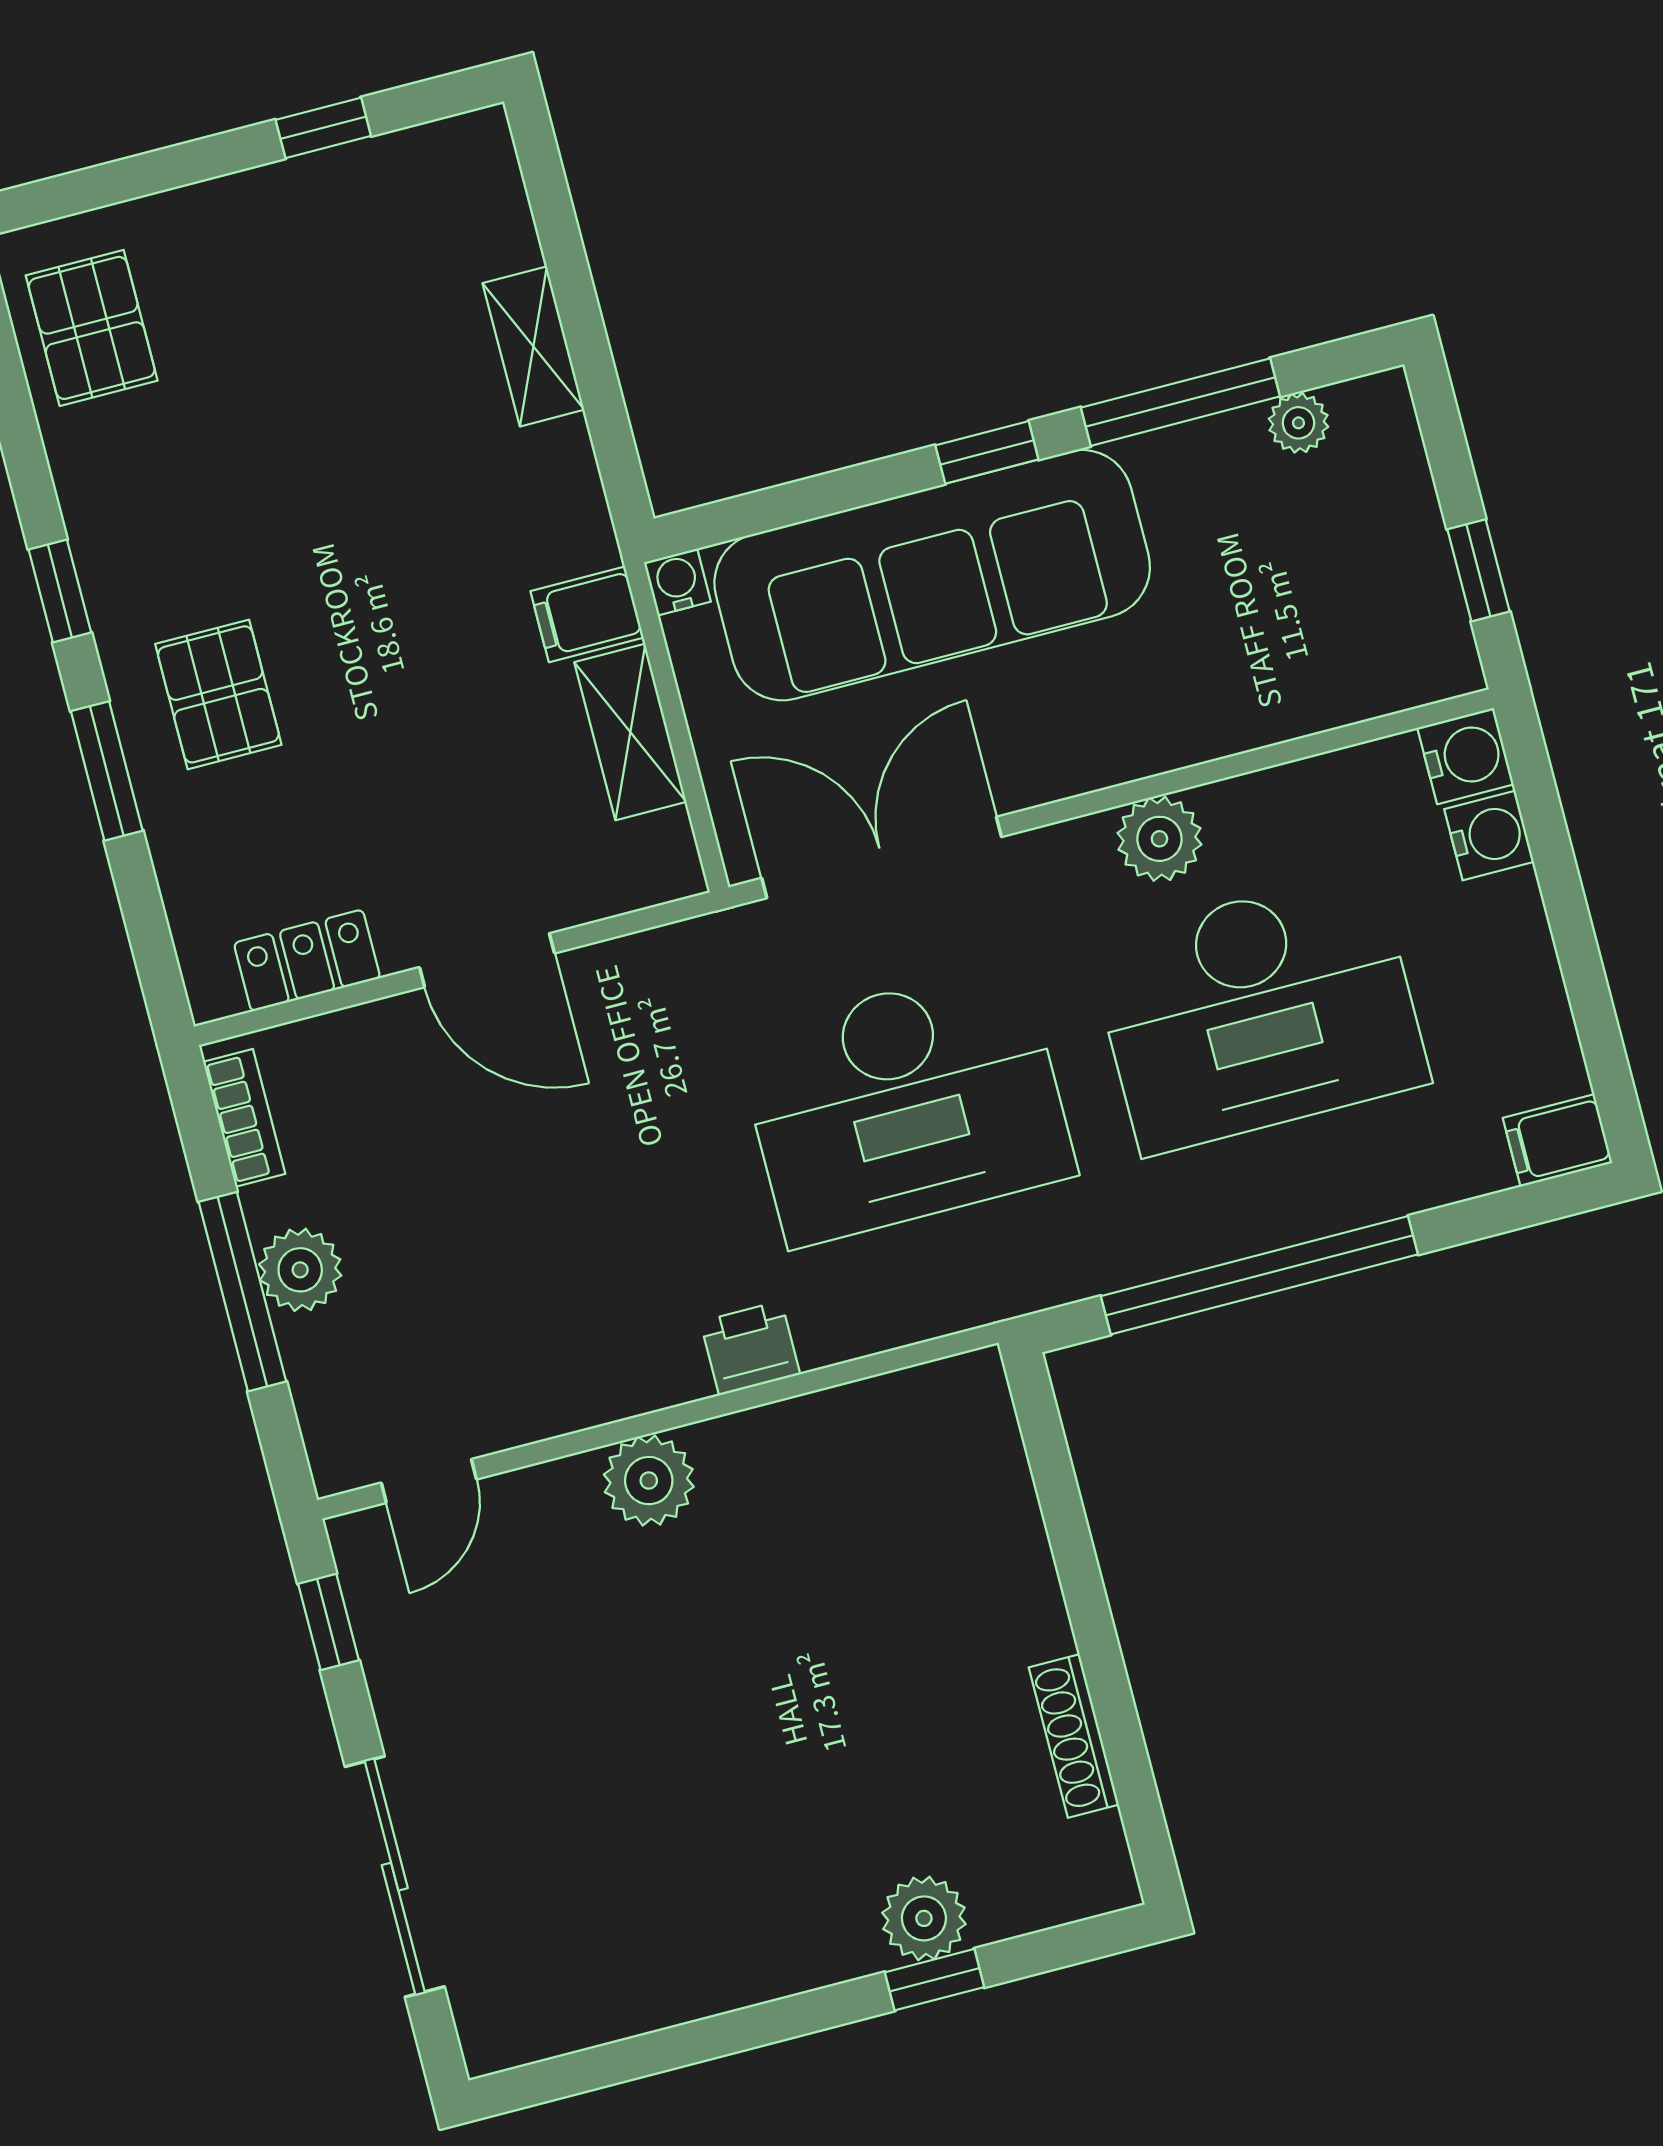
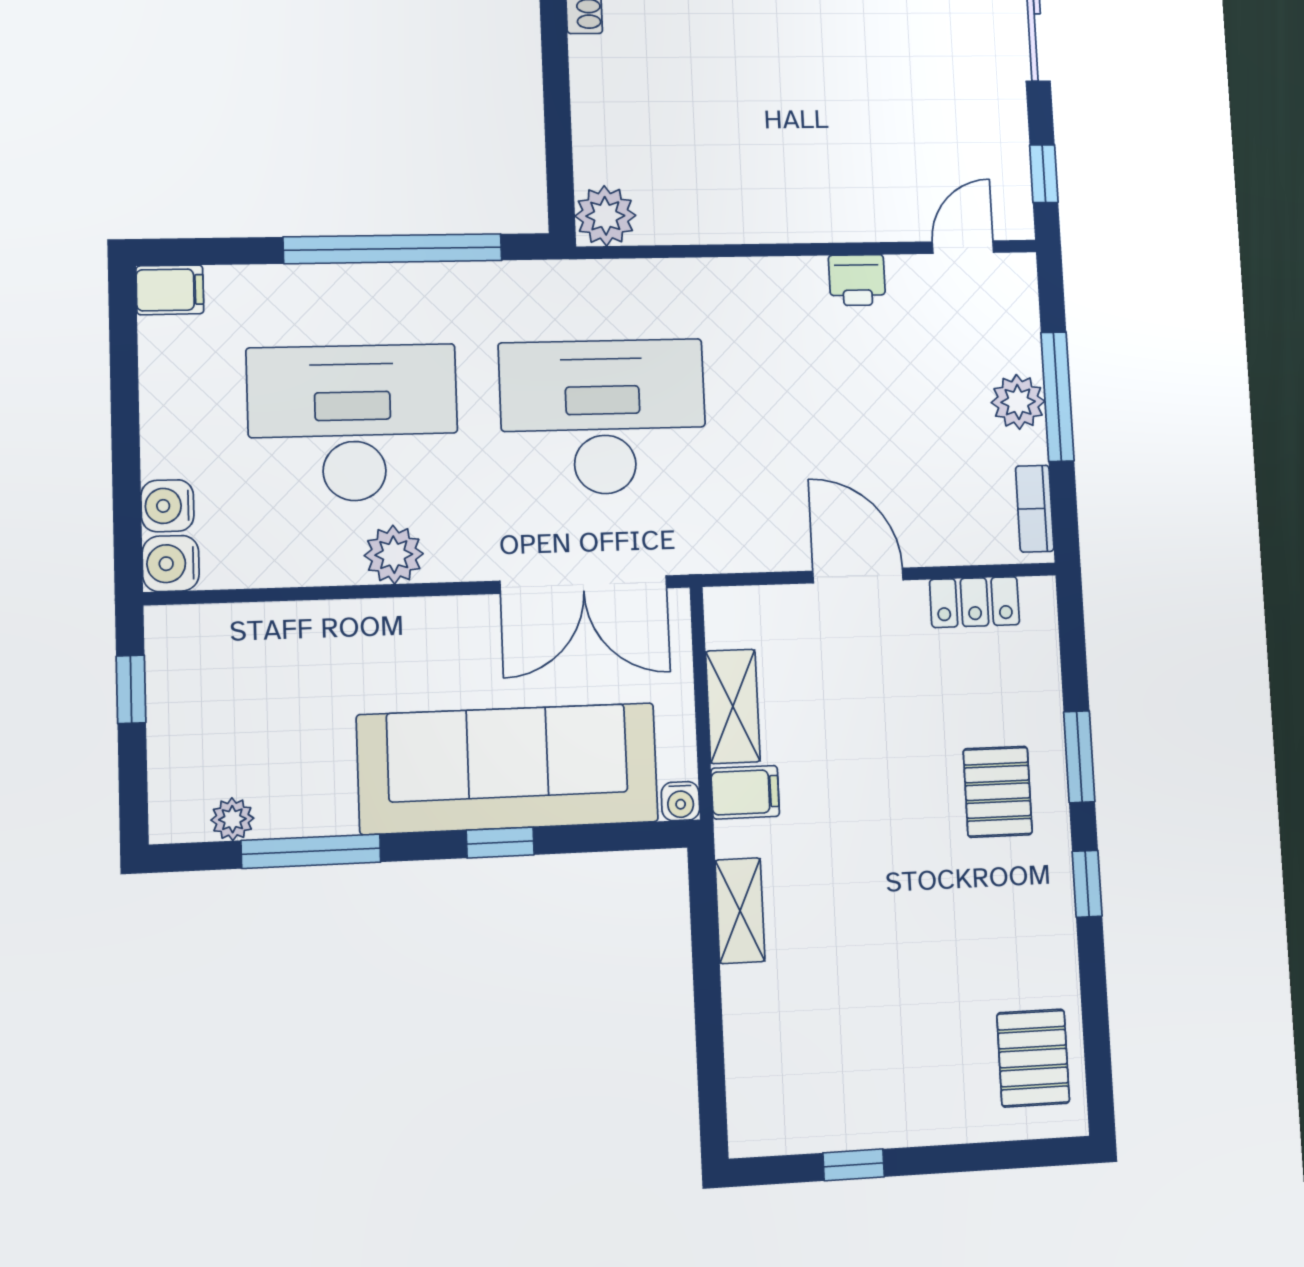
shelving: (533, 346) -> (740, 911), moved
window: (987, 452) -> (500, 843), moved
printer: (750, 1348) -> (857, 280), moved
plant: (649, 1481) -> (605, 216), moved

